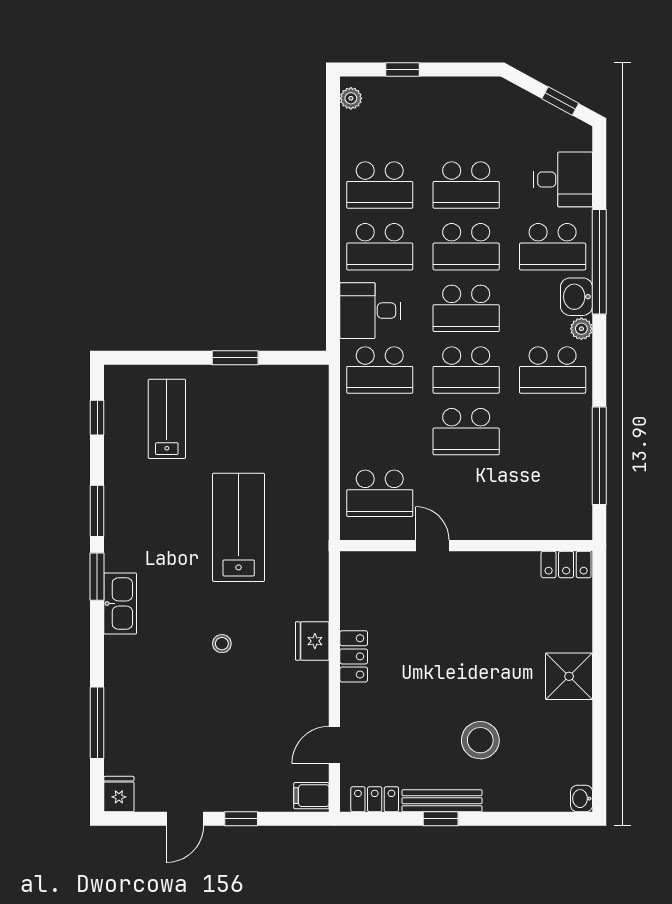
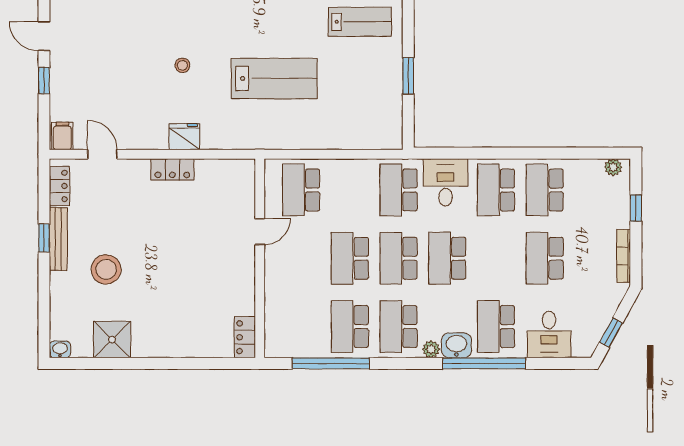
bookcase: (463, 85) -> (624, 256), added
school desk: (466, 247) -> (350, 327), moved
shower: (569, 676) -> (112, 340), moved

